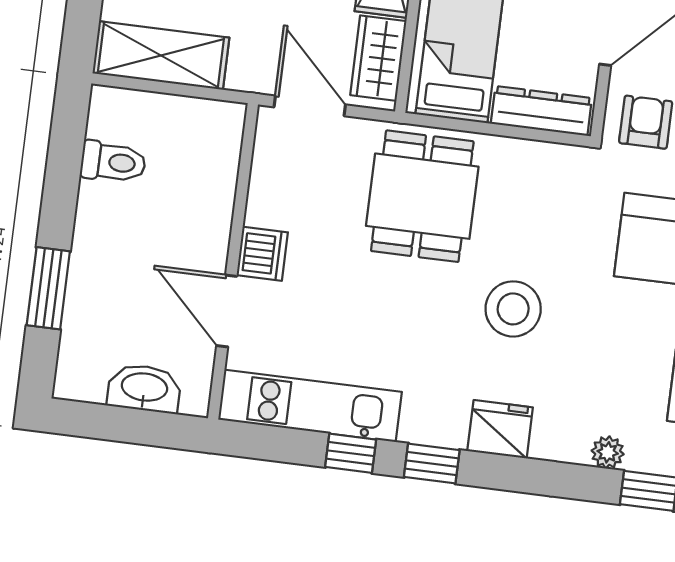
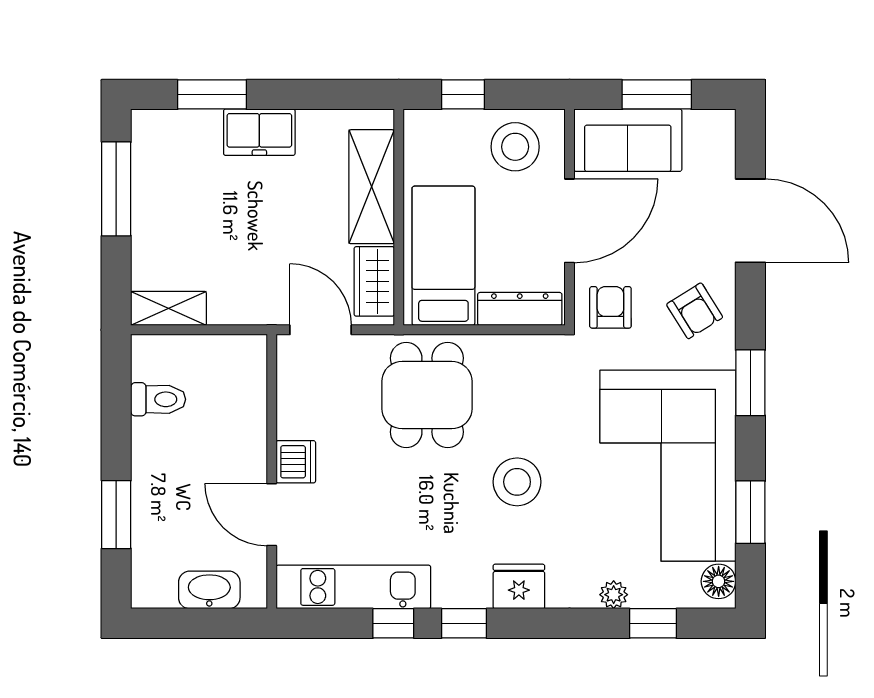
shelving: (161, 56) -> (169, 308), width x0.67, depth x0.75

